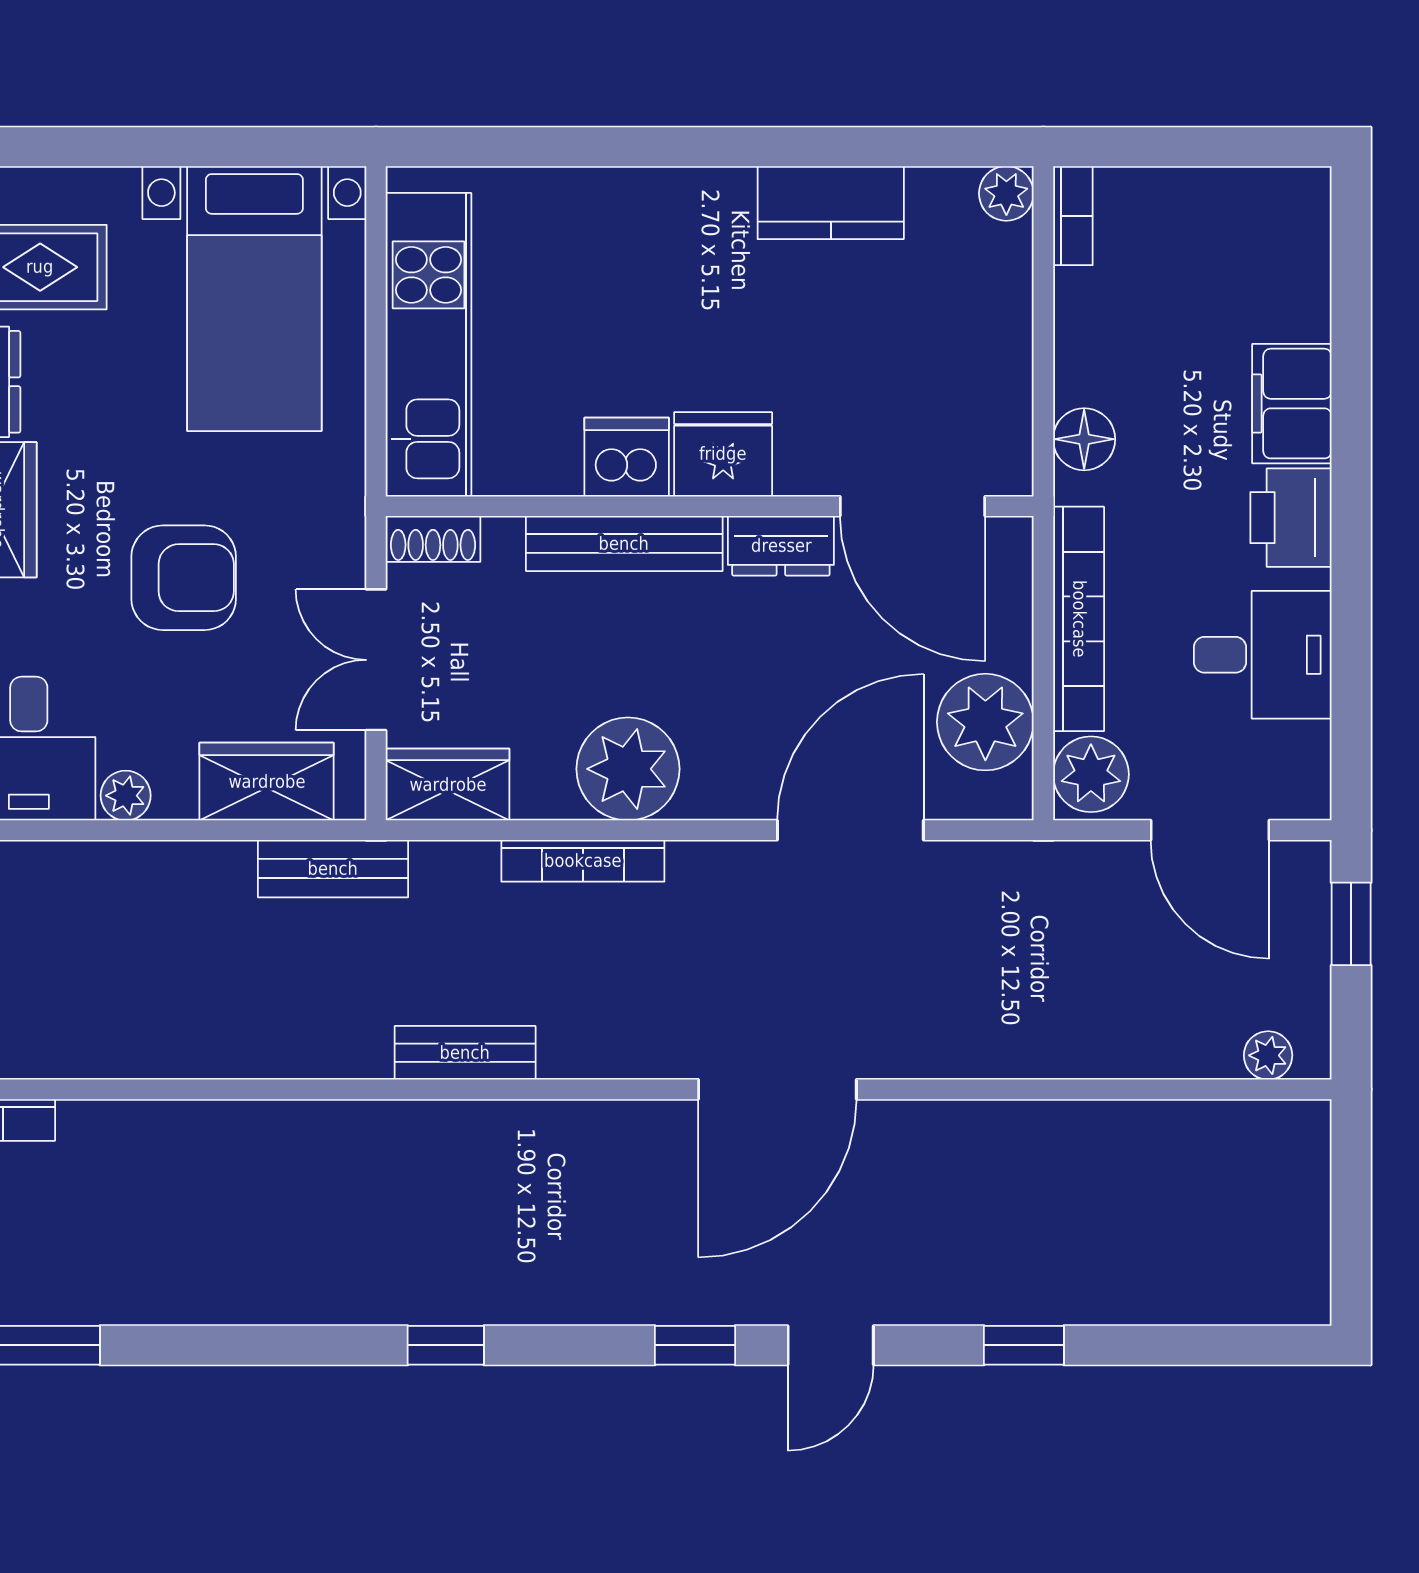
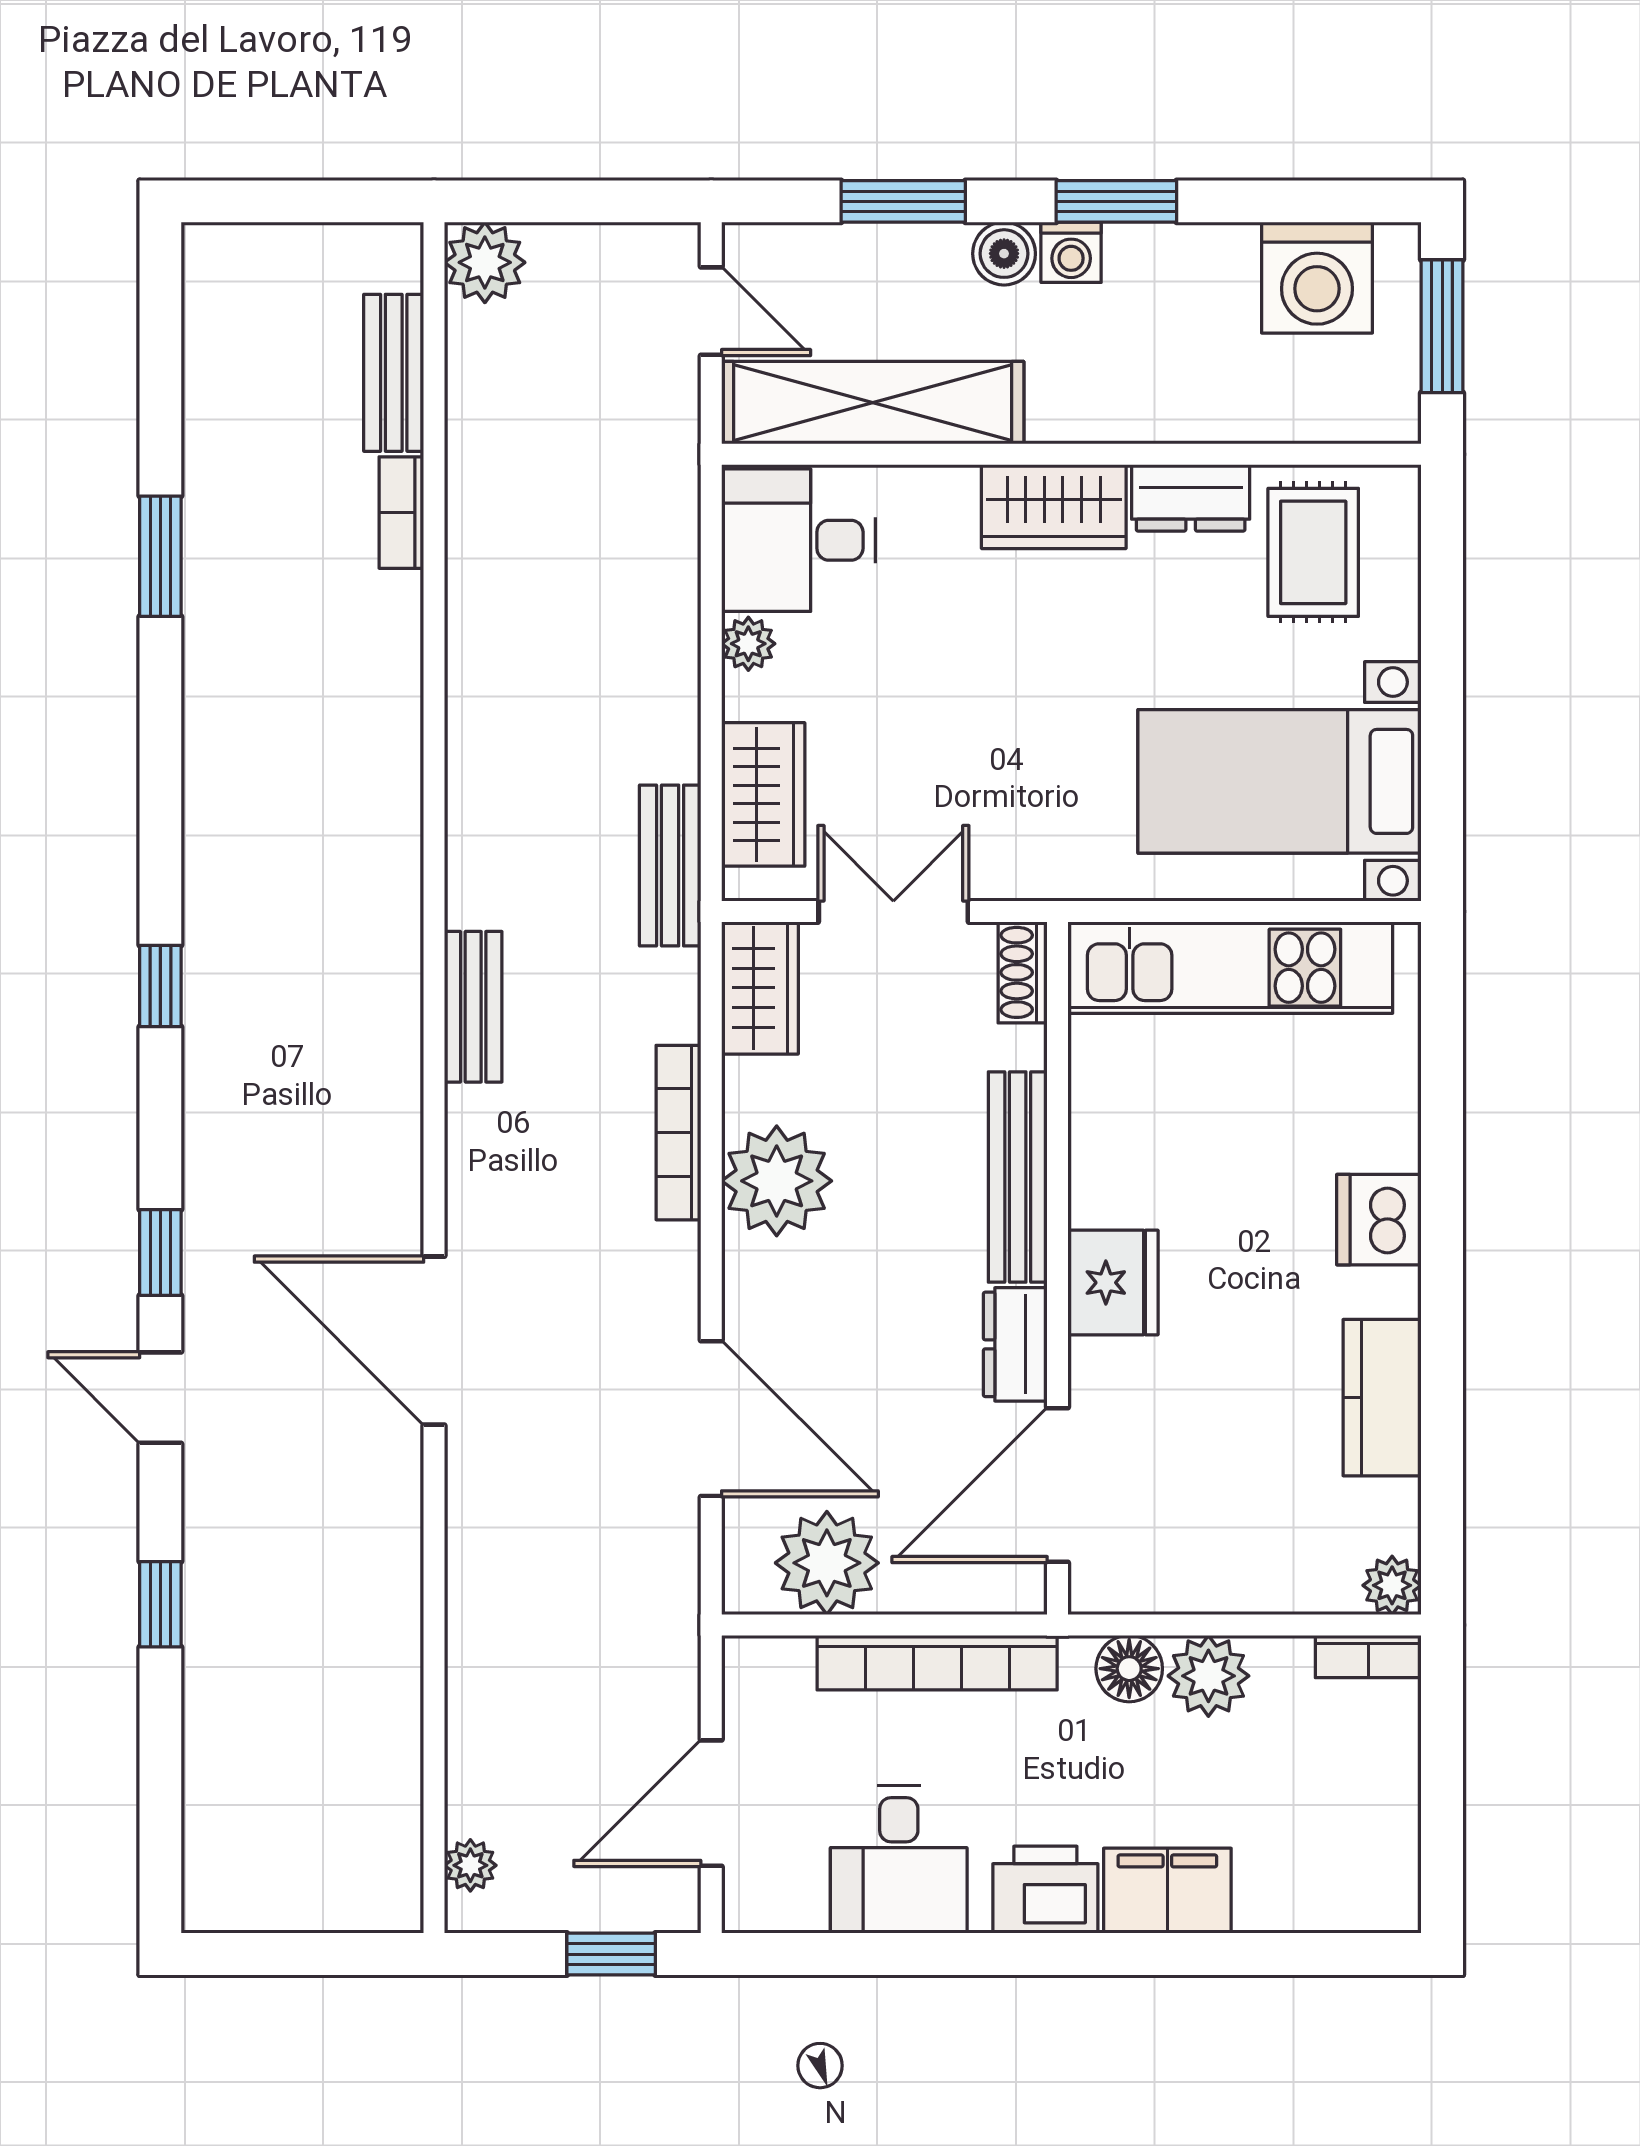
dishwasher: (627, 457) -> (1379, 1220), moved, turned 180
armchair: (184, 578) -> (981, 706), removed
plant: (1091, 774) -> (1208, 1676), moved

